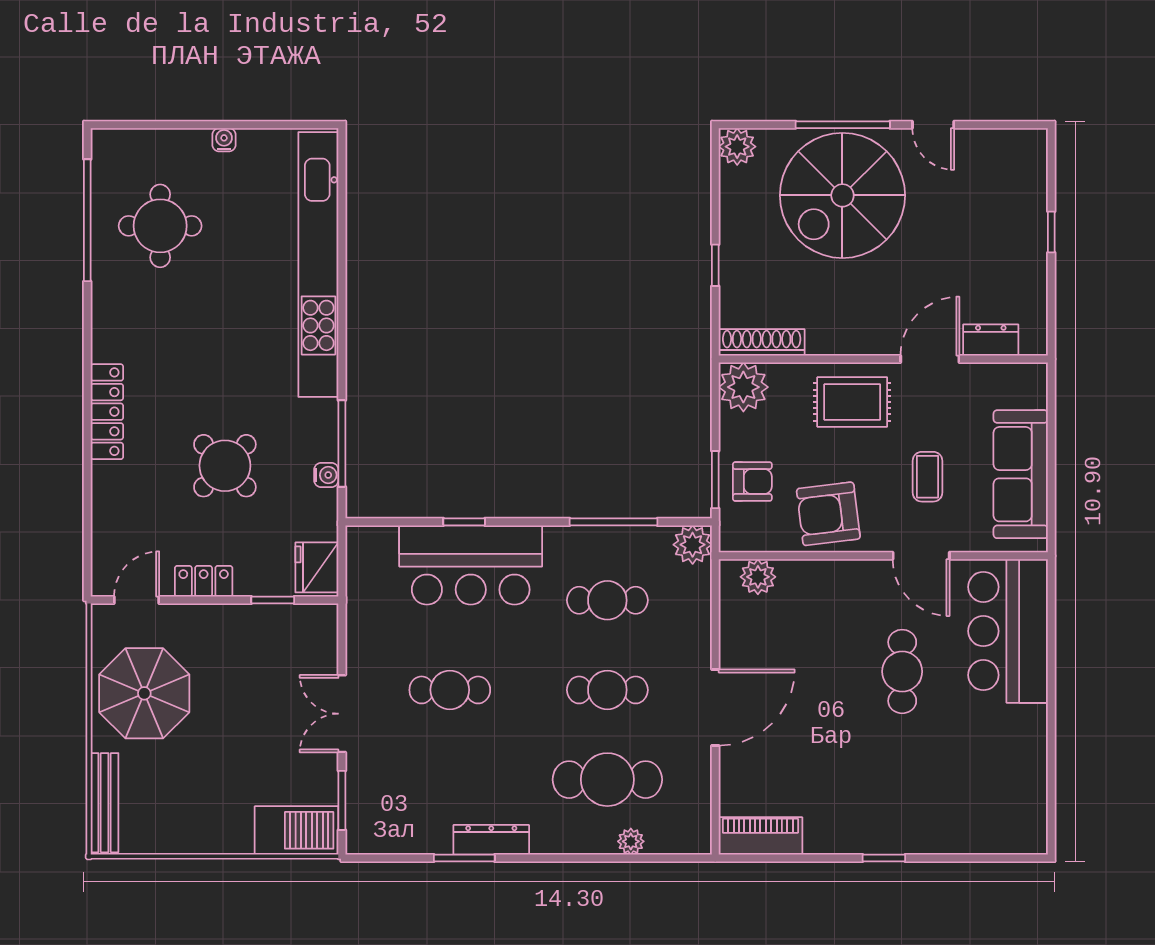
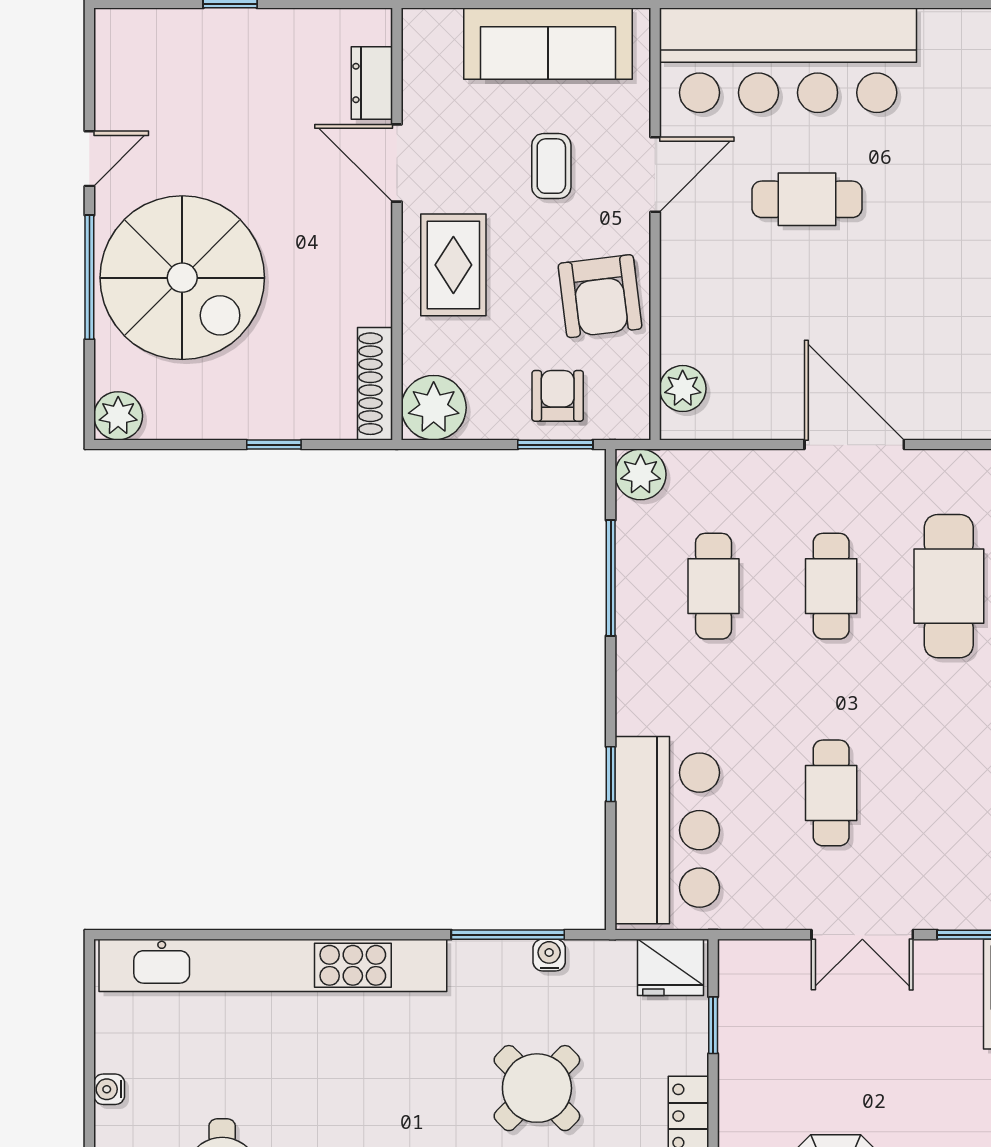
coffee table: (927, 477) -> (551, 166), turned 90
bar counter: (471, 565) -> (667, 830), moved
bar counter: (1008, 631) -> (788, 60), width x1.36

